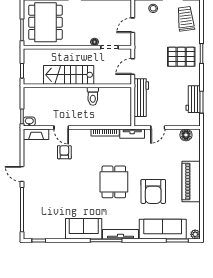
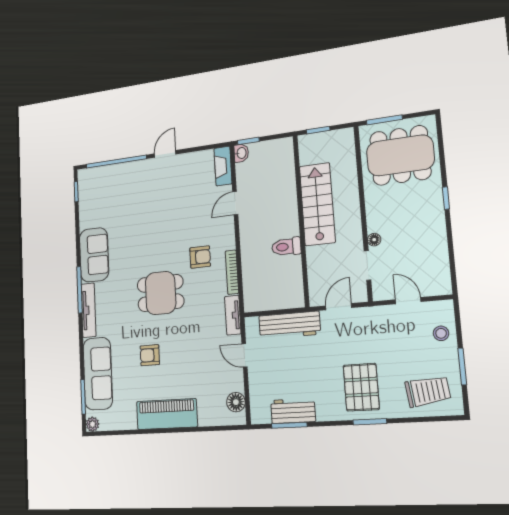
door: (133, 67) -> (339, 307), hinge flipped
armchair: (64, 152) -> (200, 257), moved
armchair: (153, 191) -> (150, 355), width x0.53, depth x0.53

